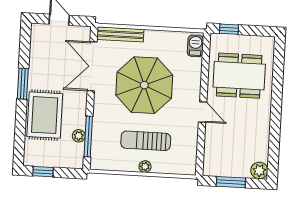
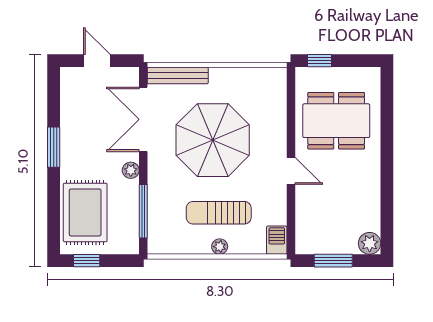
barbecue: (195, 46) -> (277, 240), moved
rug: (45, 115) -> (85, 212), moved
plant: (79, 136) -> (131, 170), moved

